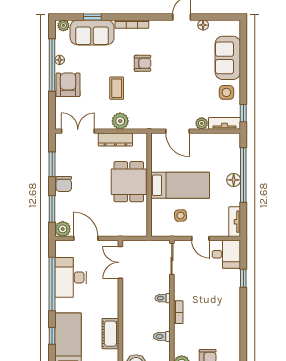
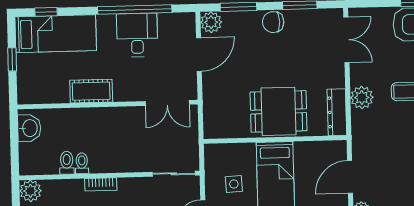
dresser: (115, 139) -> (337, 112), moved
double door: (120, 262) -> (167, 103), swing flipped
desk: (71, 277) -> (137, 35), width x0.73
toilet: (163, 298) -> (82, 163), moved
cot: (110, 334) -> (91, 91), moved
window: (52, 336) -> (46, 12), moved

